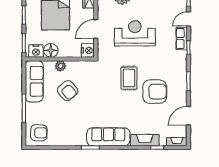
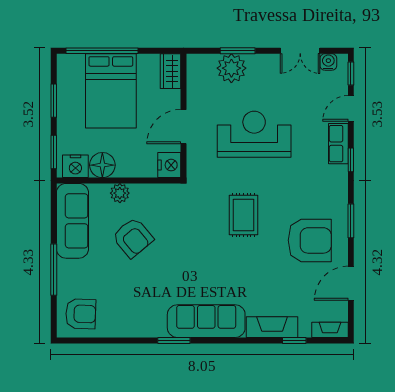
armchair: (155, 92) -> (310, 240), moved

